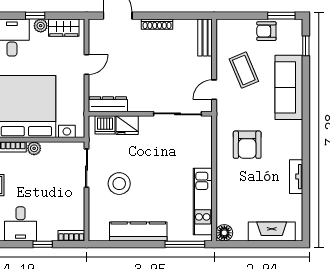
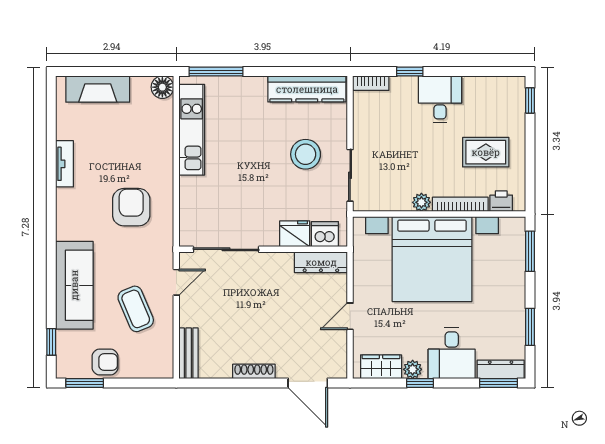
kitchen counter: (138, 231) -> (307, 89), moved

